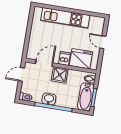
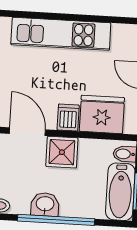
door: (44, 63) -> (27, 132), hinge flipped

